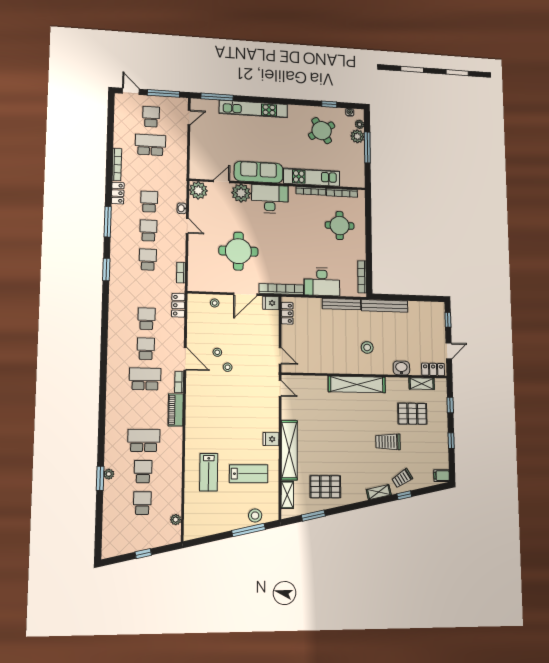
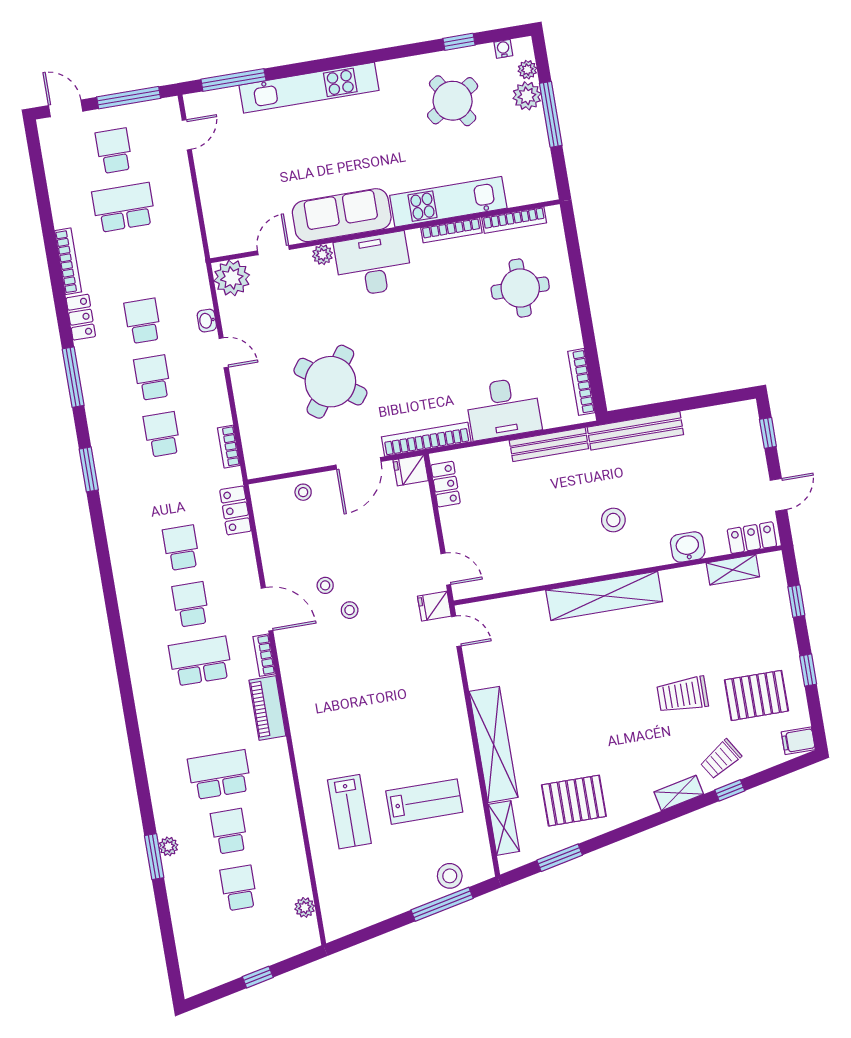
plant: (241, 193) -> (323, 255), width x0.53, depth x0.53
round table: (238, 251) -> (330, 382), turned 36
pallet: (412, 414) -> (756, 695), moved
fridge: (271, 439) -> (434, 606), moved

